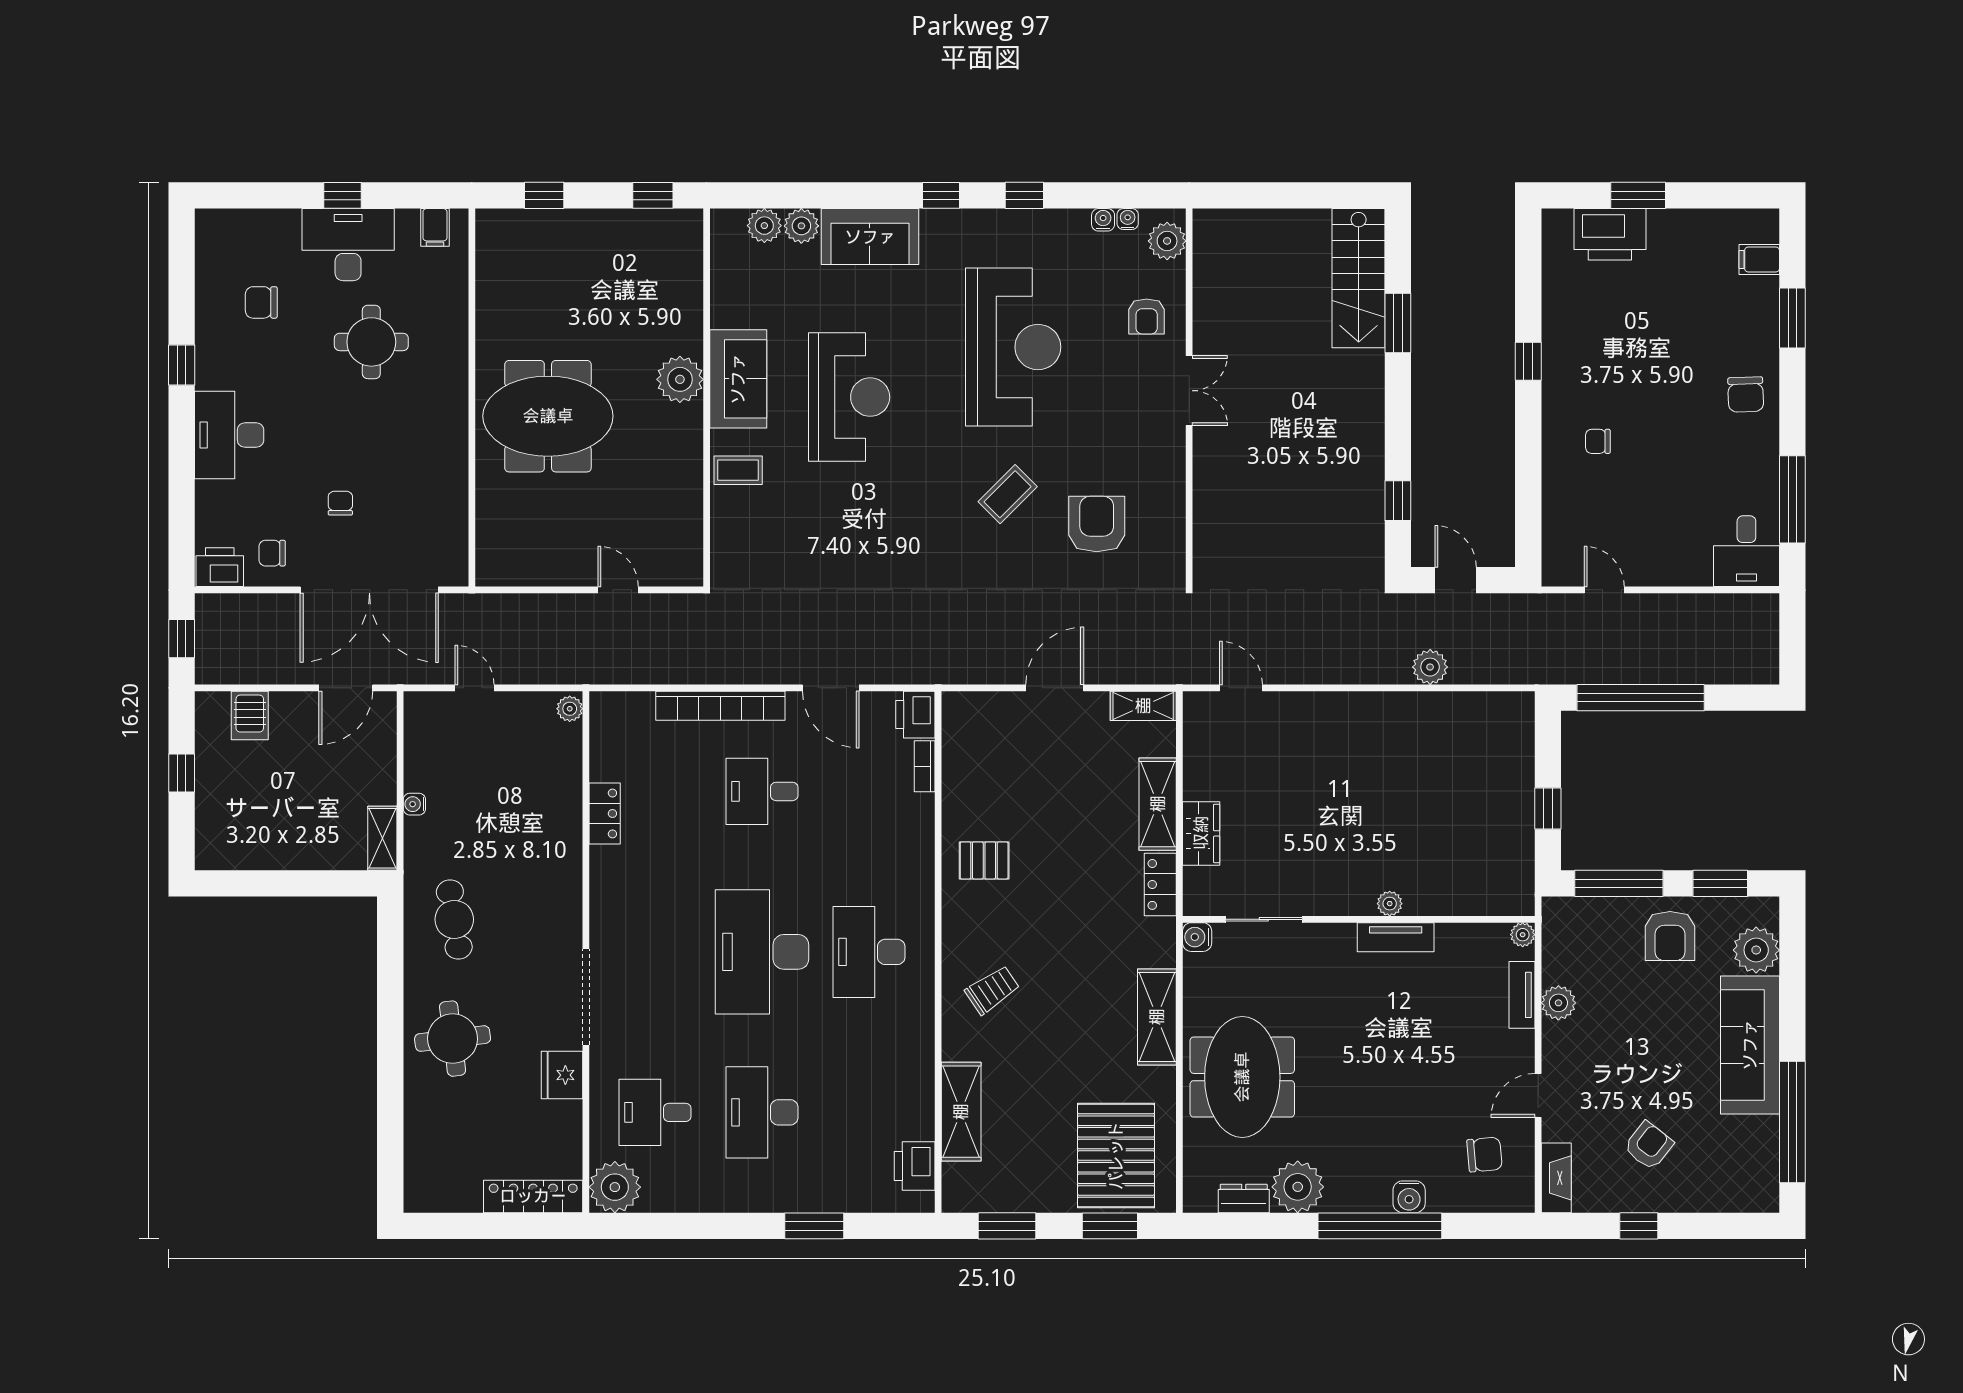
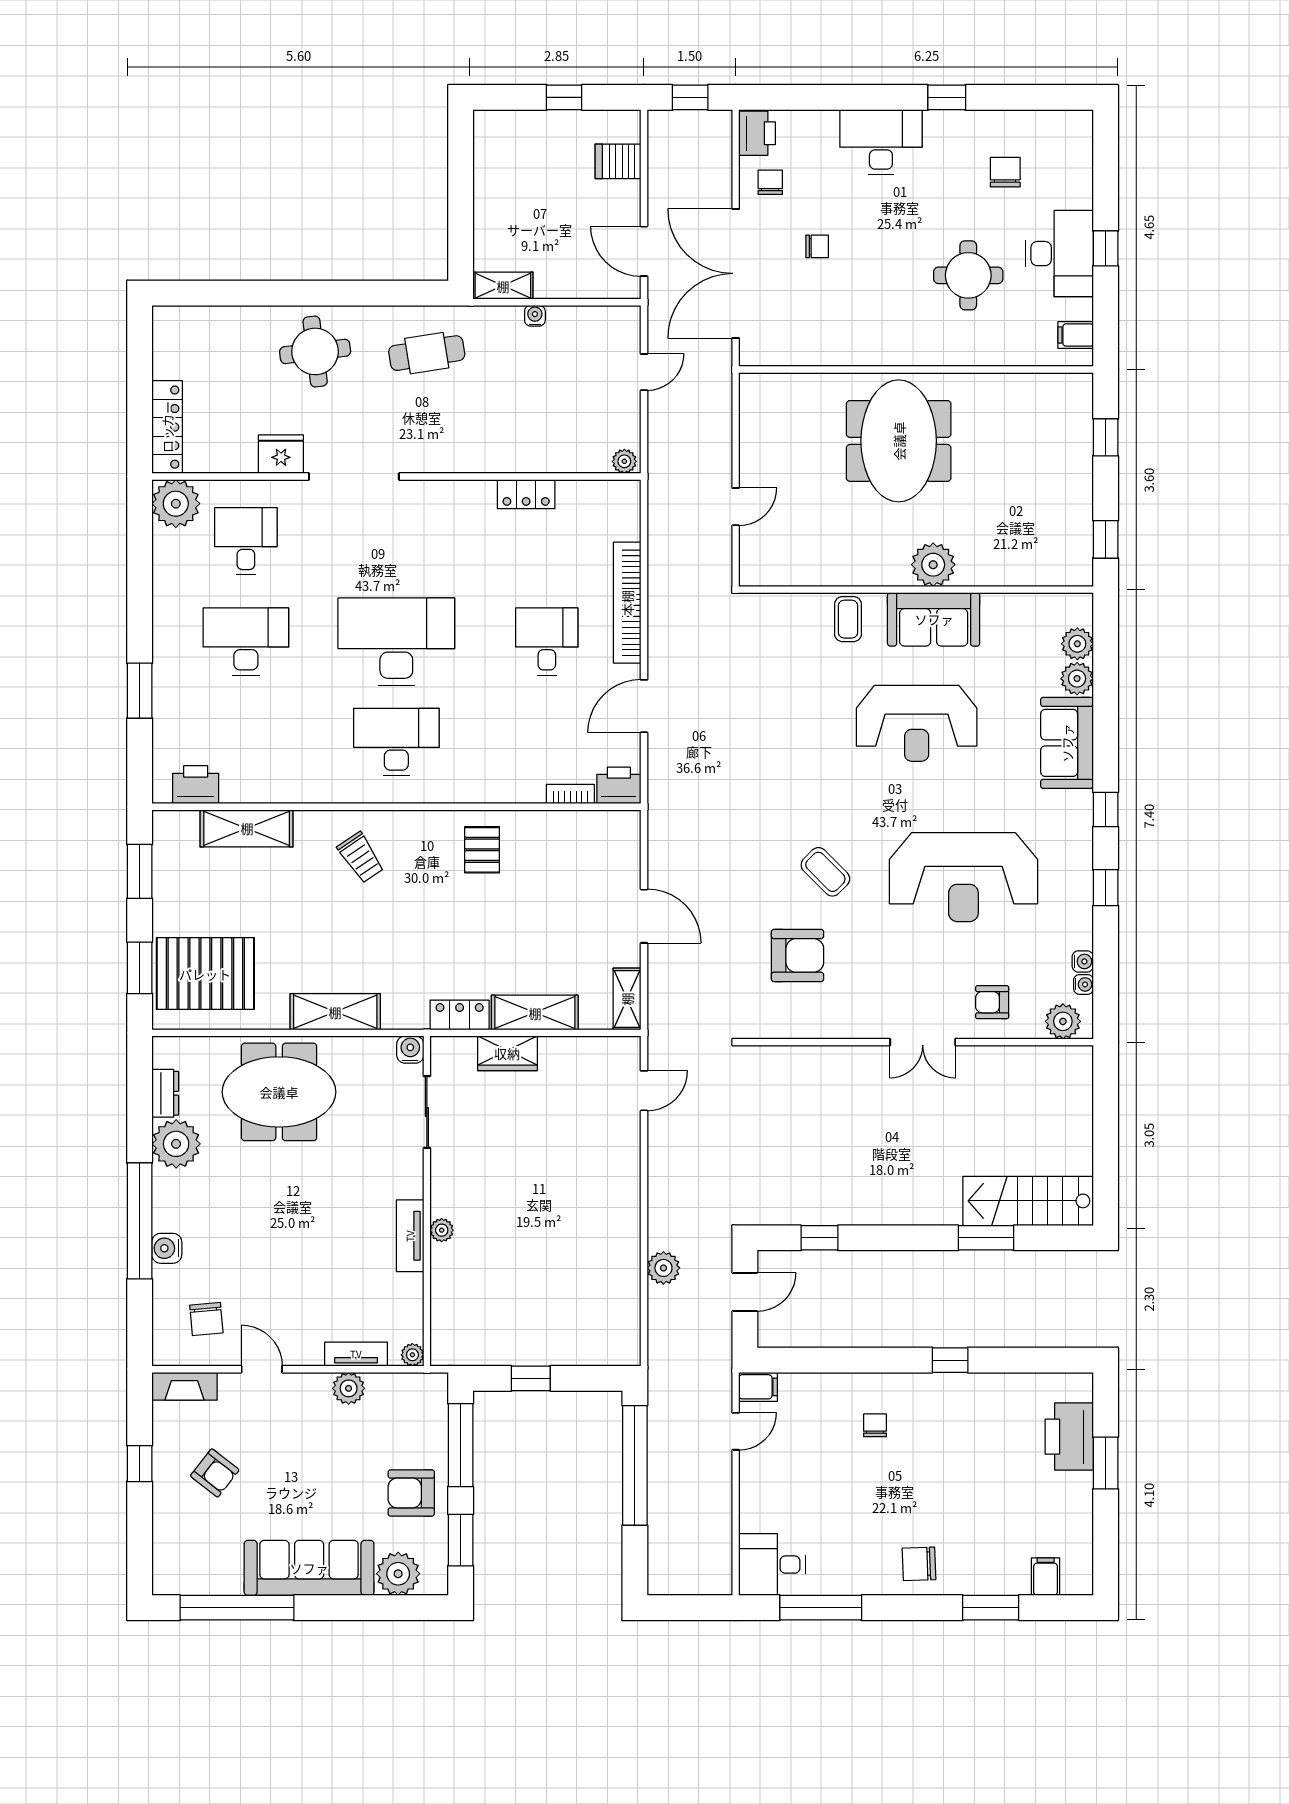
filing cabinet: (1557, 566) -> (758, 1387), added

